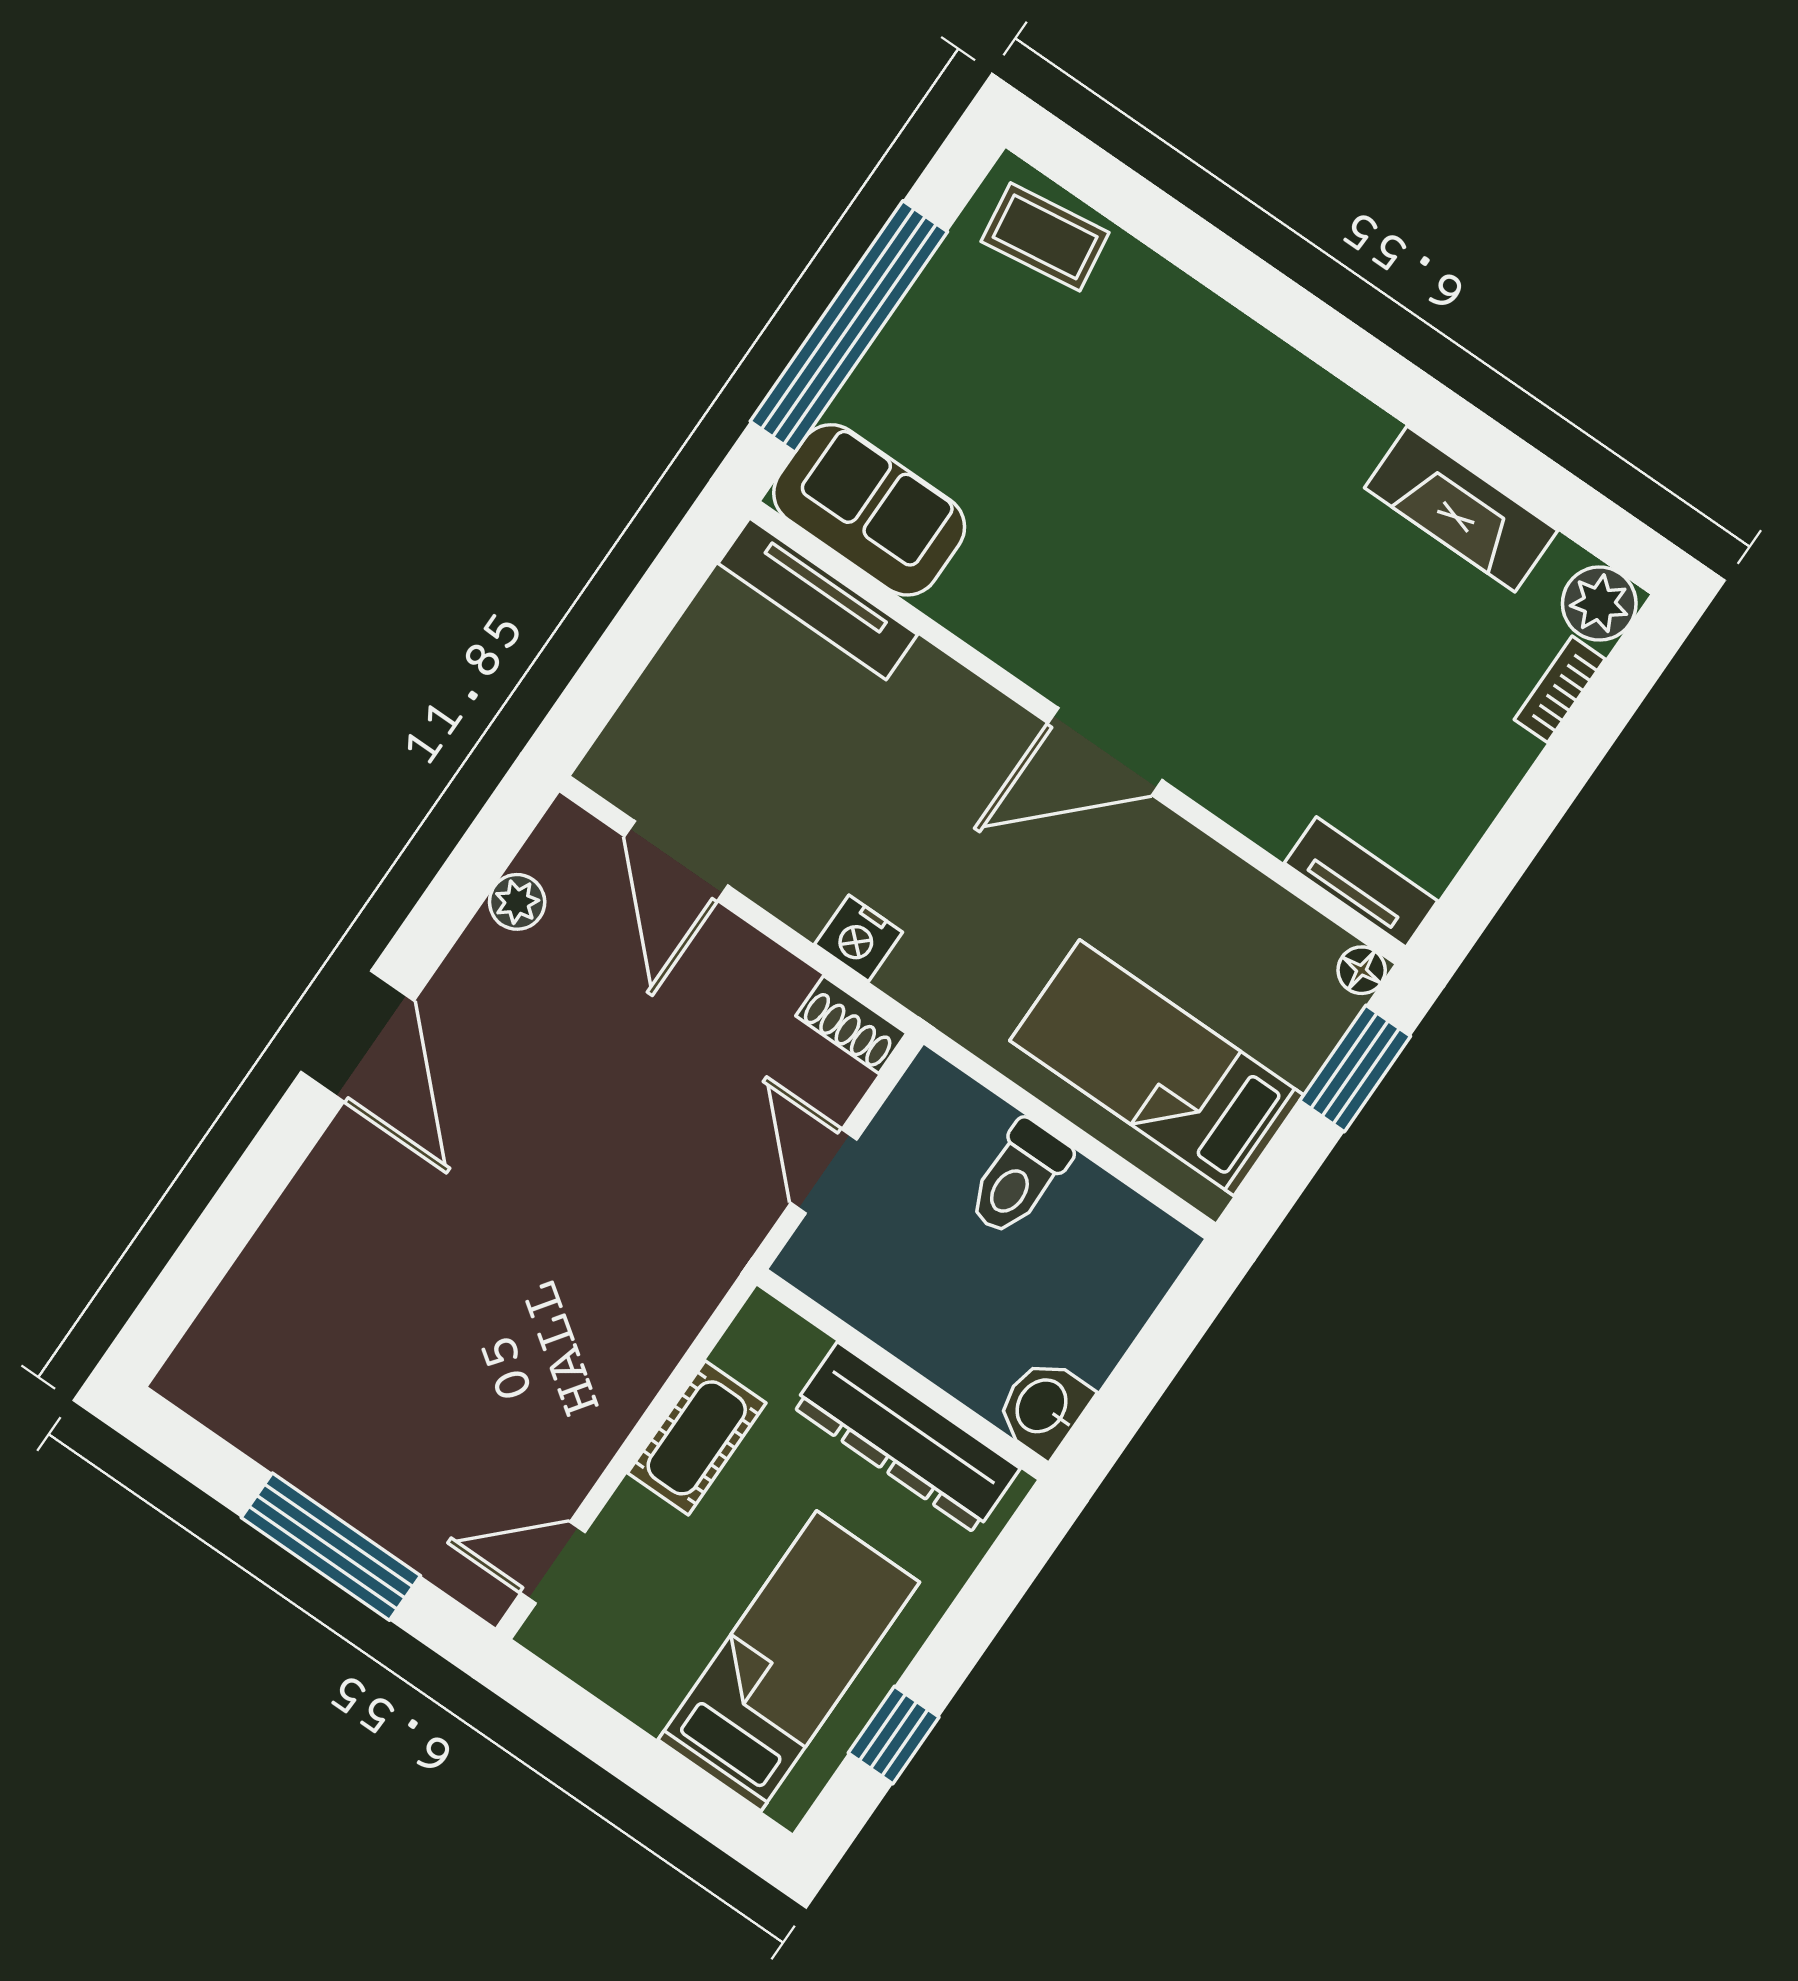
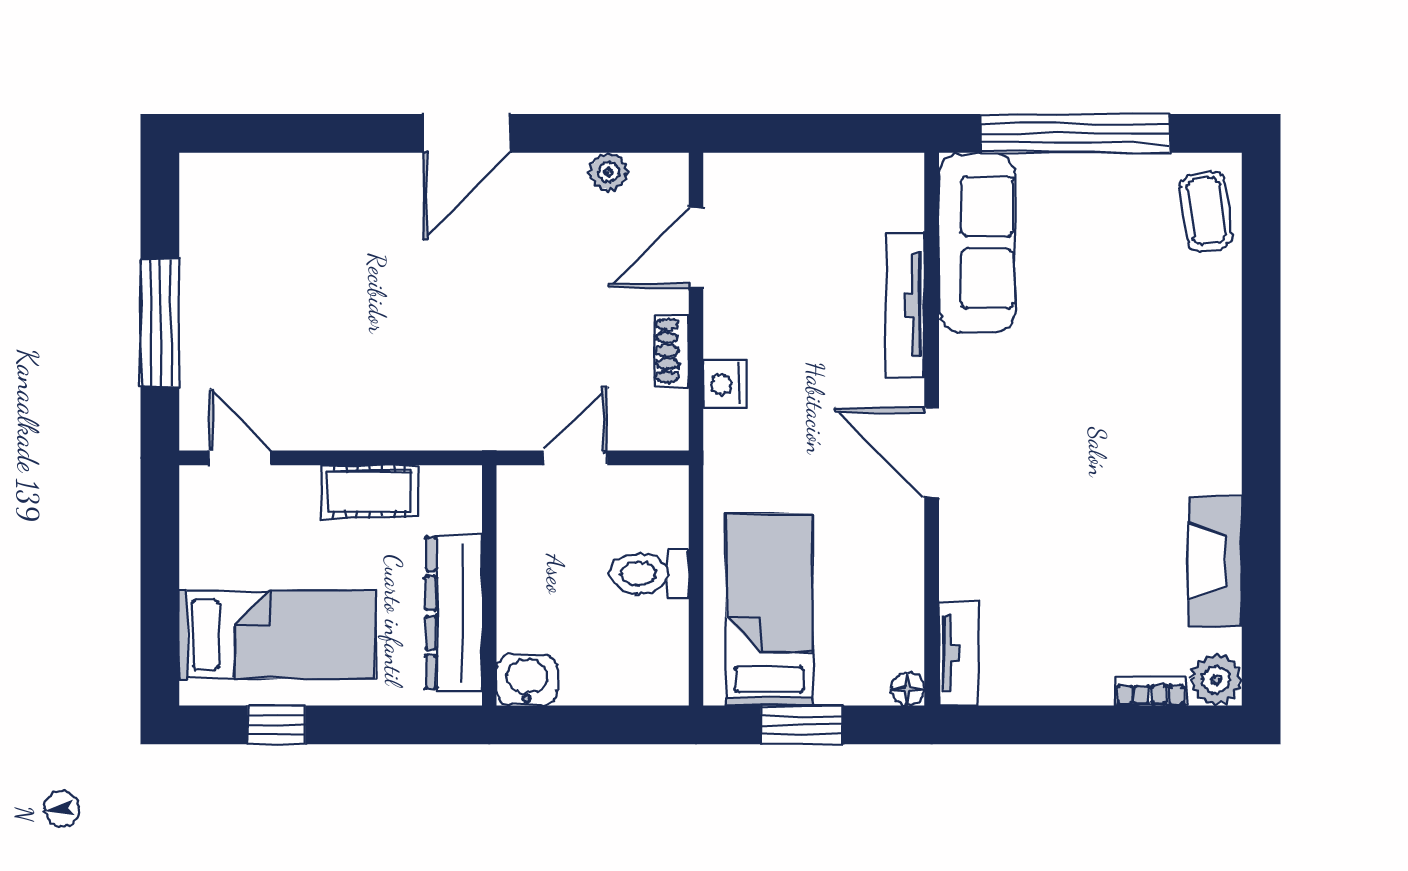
sofa: (869, 510) -> (977, 243), width x1.36
tv unit: (818, 599) -> (905, 305), moved
shoe rack: (851, 1025) -> (671, 351), moved
window: (1355, 1069) -> (802, 725), moved

